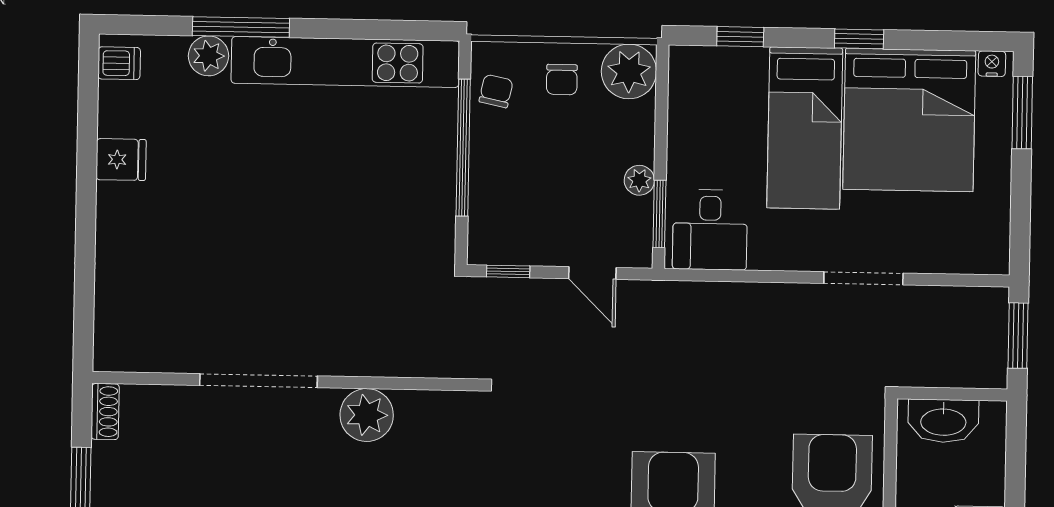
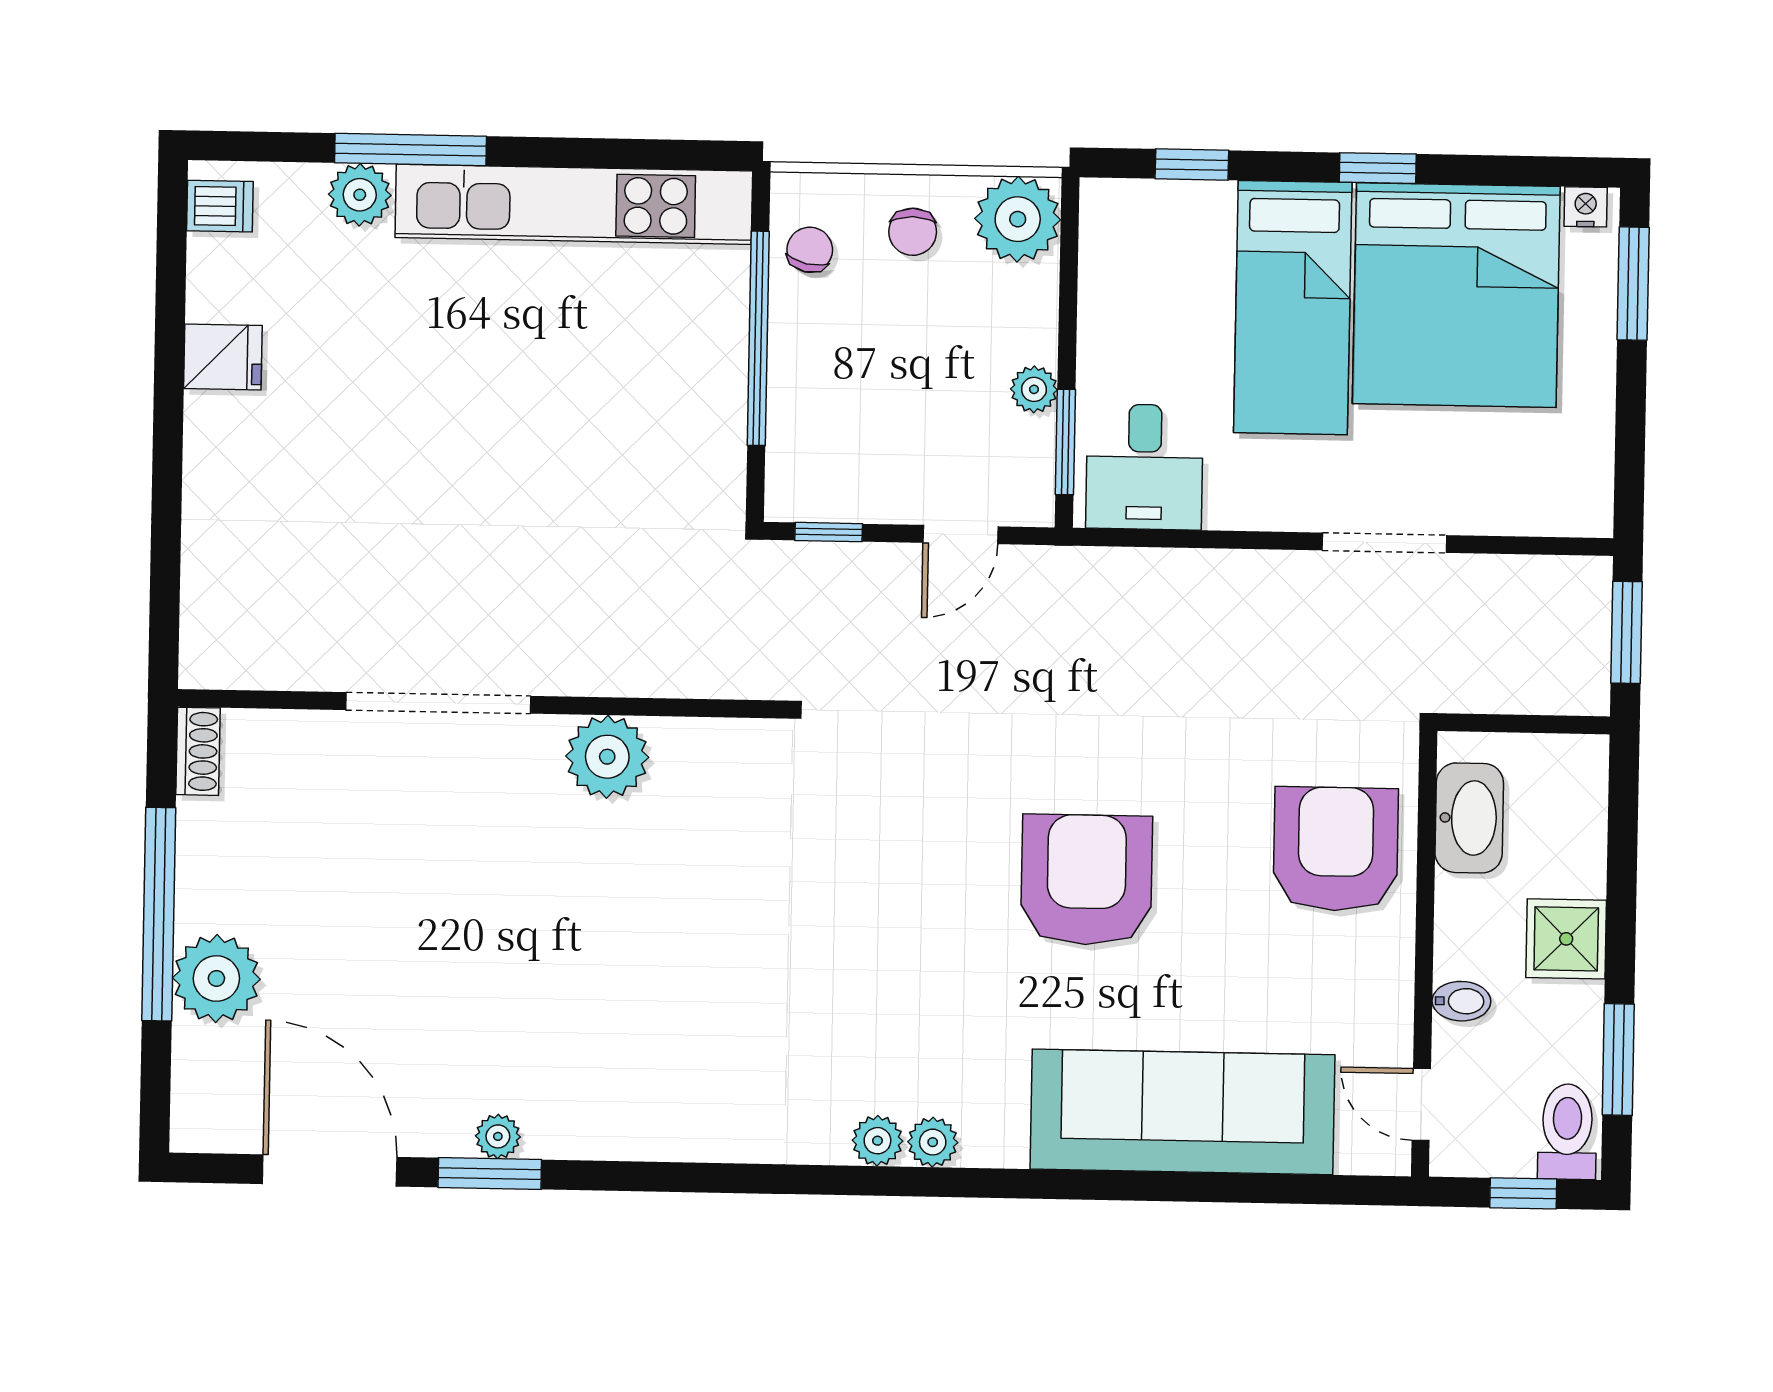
door: (592, 273) -> (961, 535), hinge flipped
washbasin: (943, 421) -> (1469, 818), moved, turned -90

